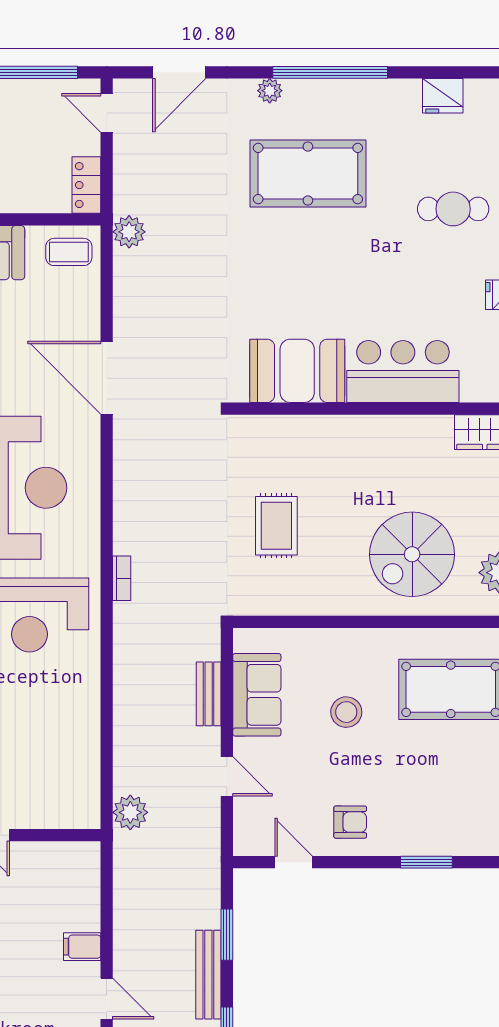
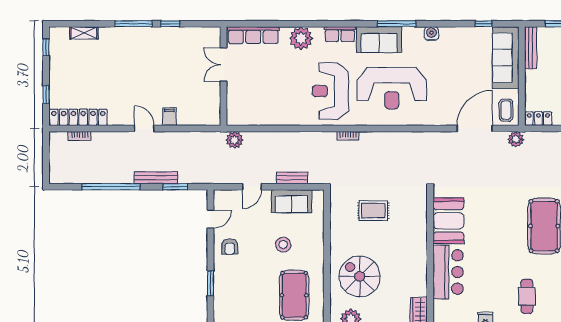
door: (107, 378) -> (475, 129), moved
door: (107, 999) -> (144, 129), swing flipped

